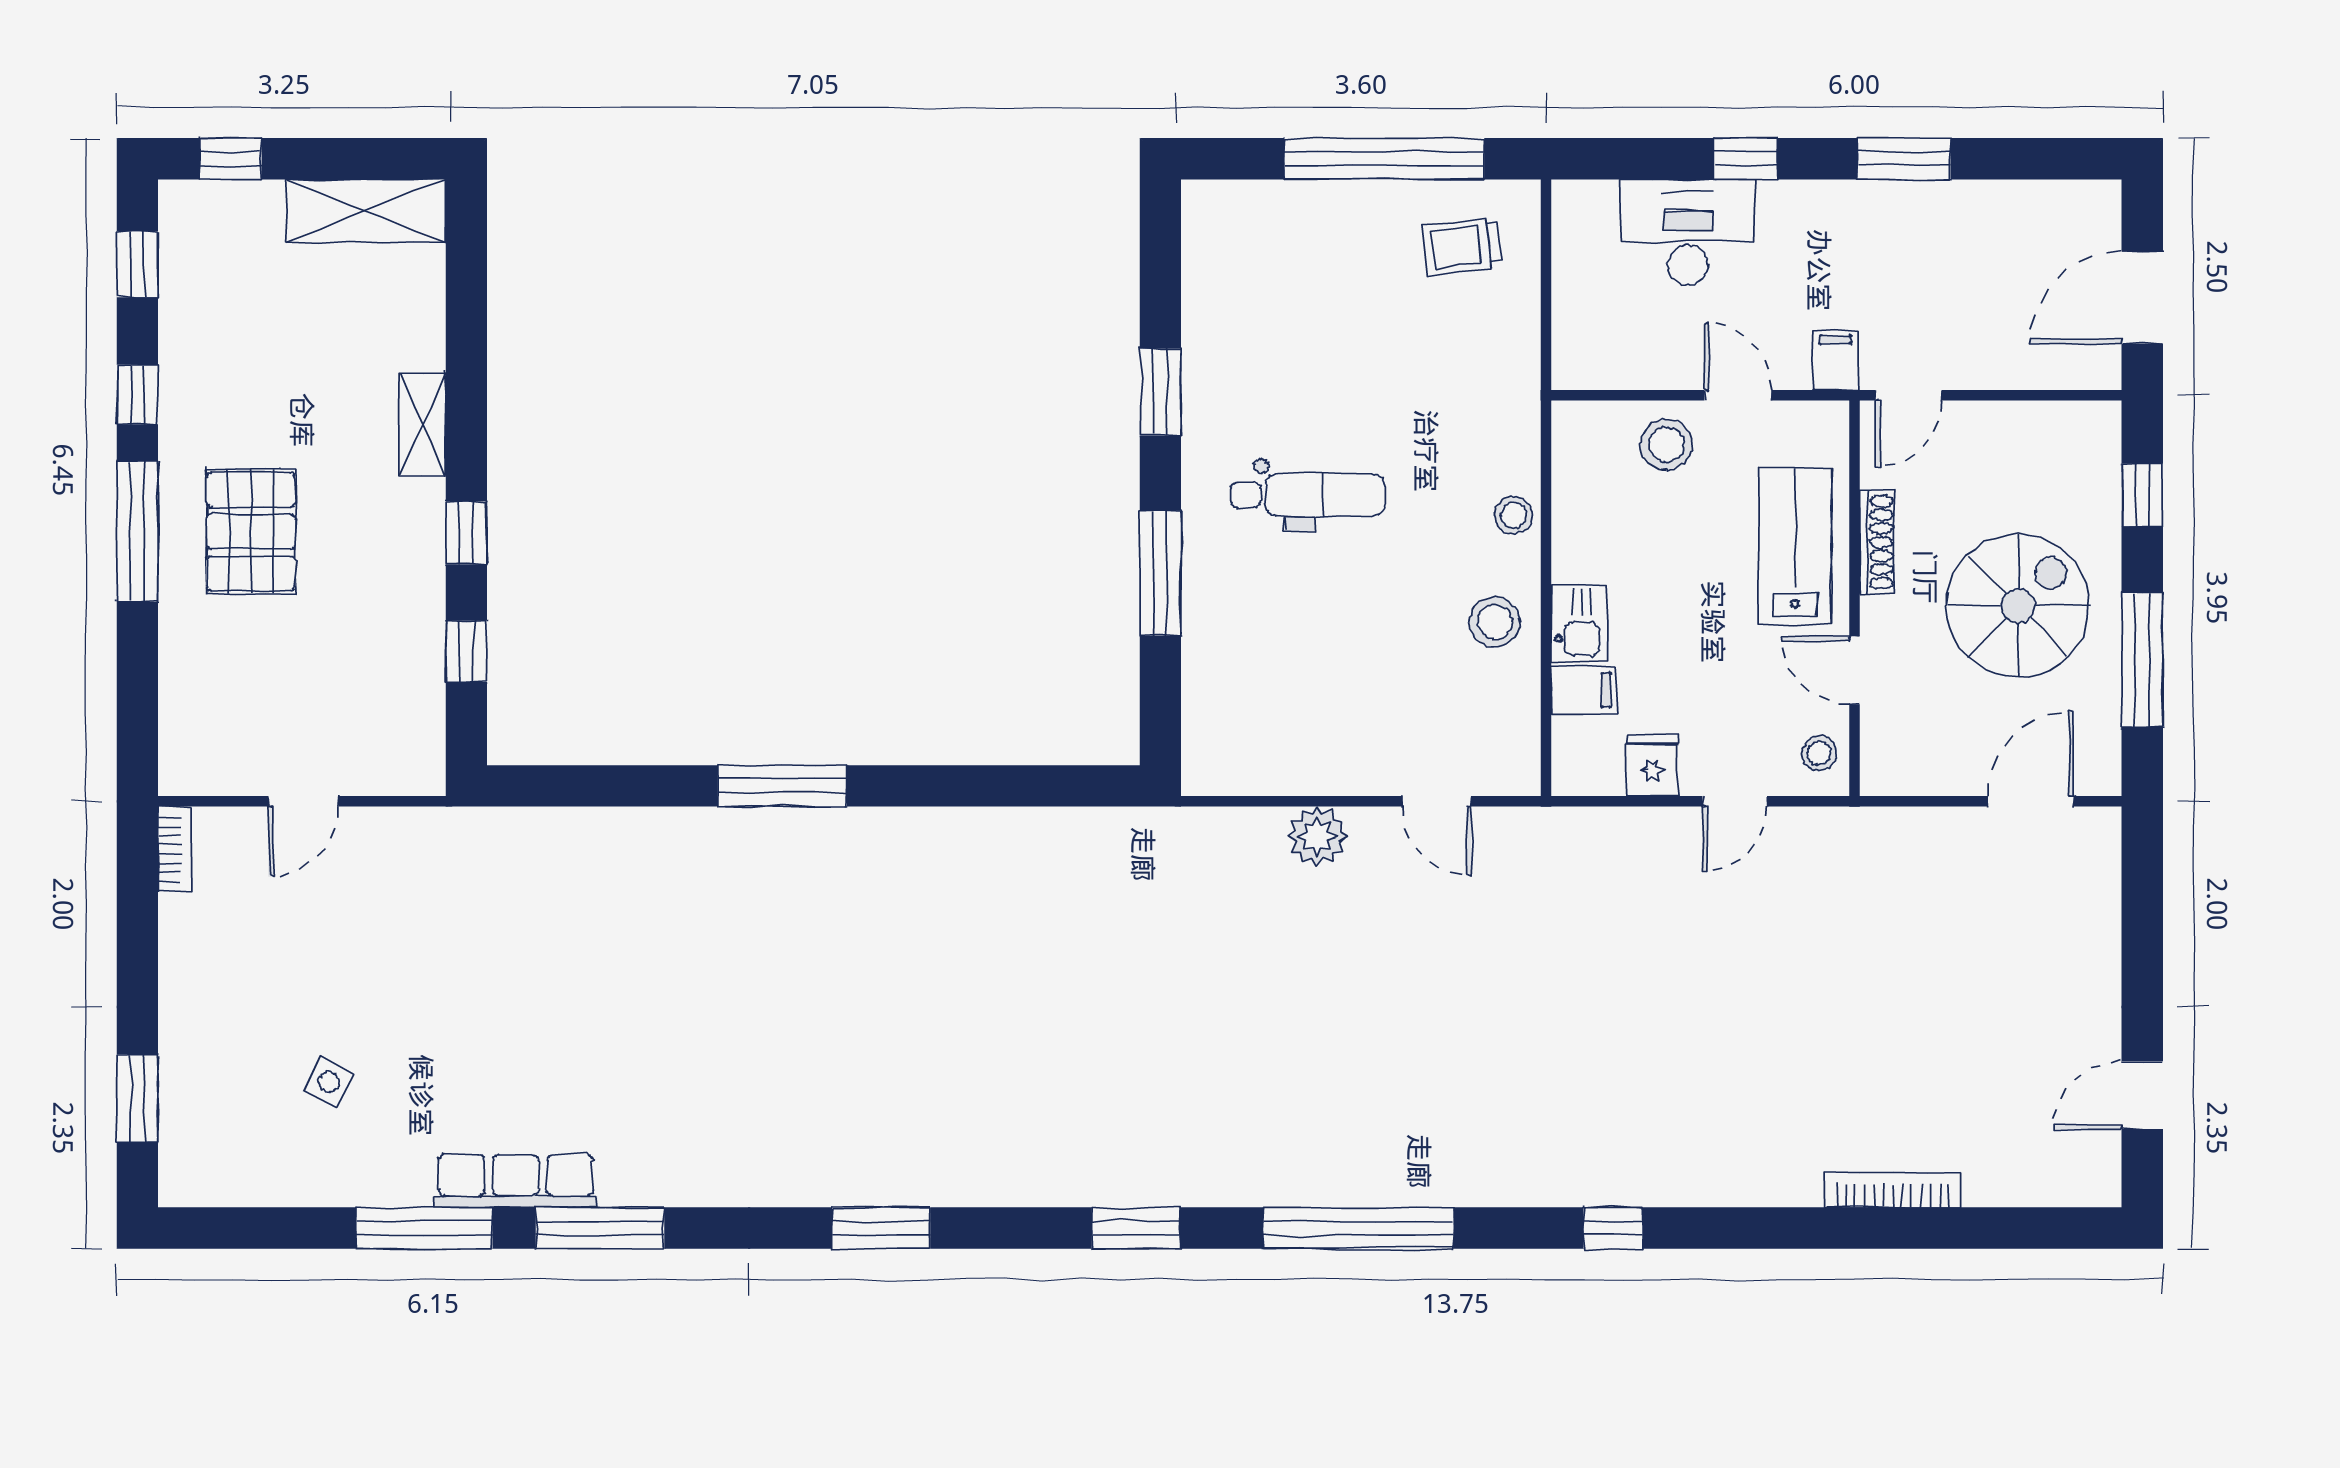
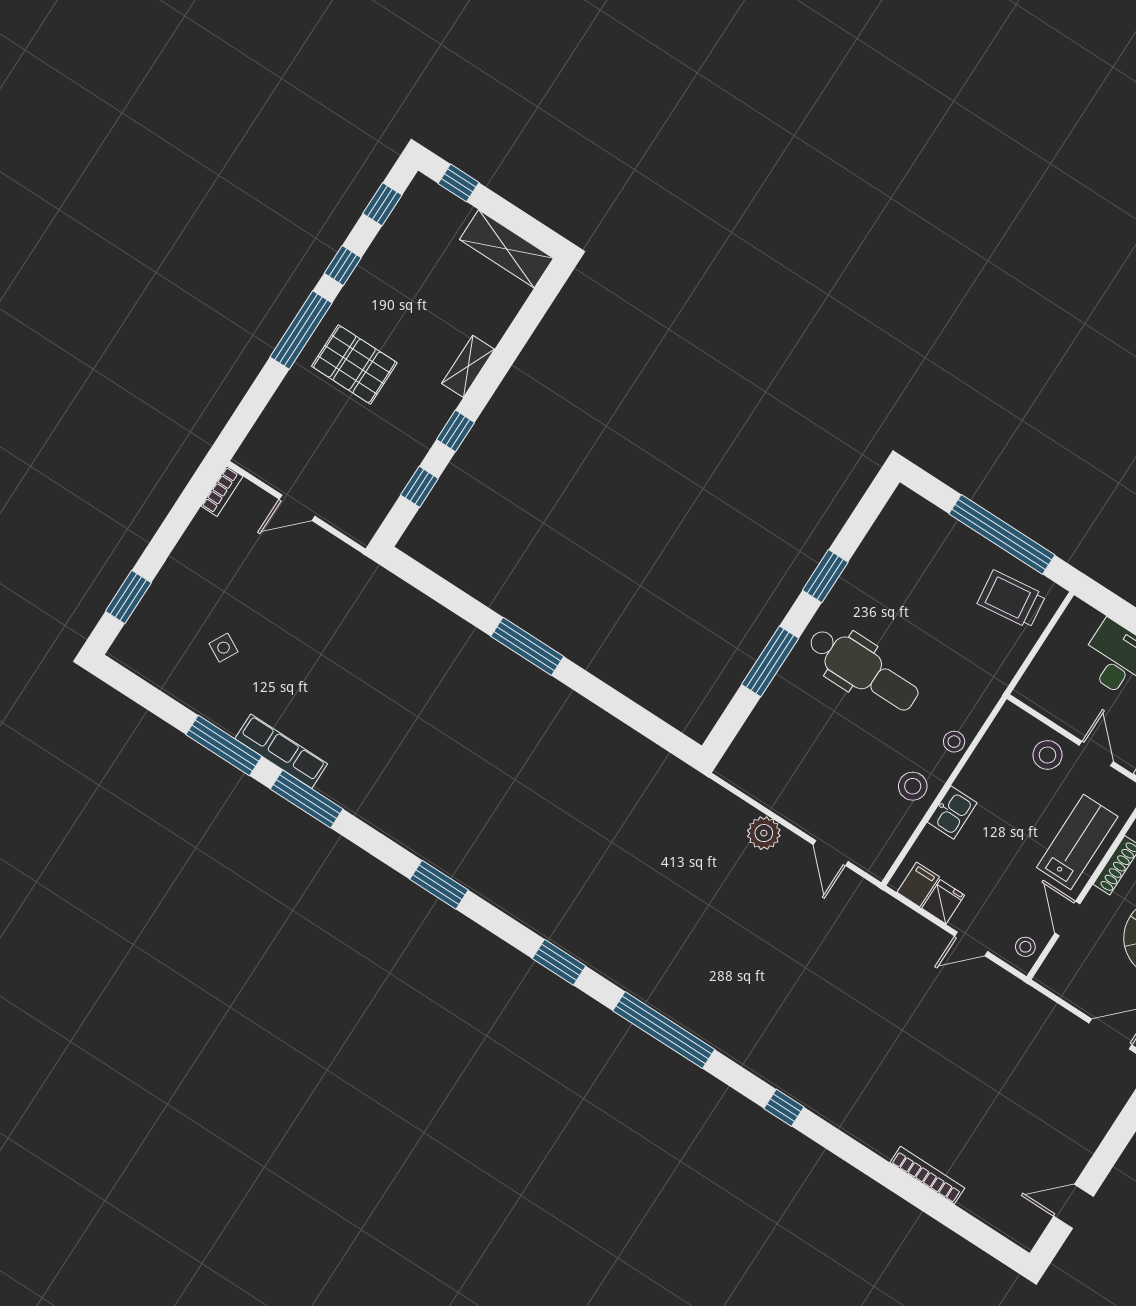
trolley: (1462, 247) -> (1011, 599), width x1.36, depth x1.39
dental chair: (1308, 495) -> (863, 669), width x1.36, depth x1.38
pallet: (251, 531) -> (354, 365), turned 90
filing cabinet: (1584, 690) -> (918, 884), moved, turned -90

